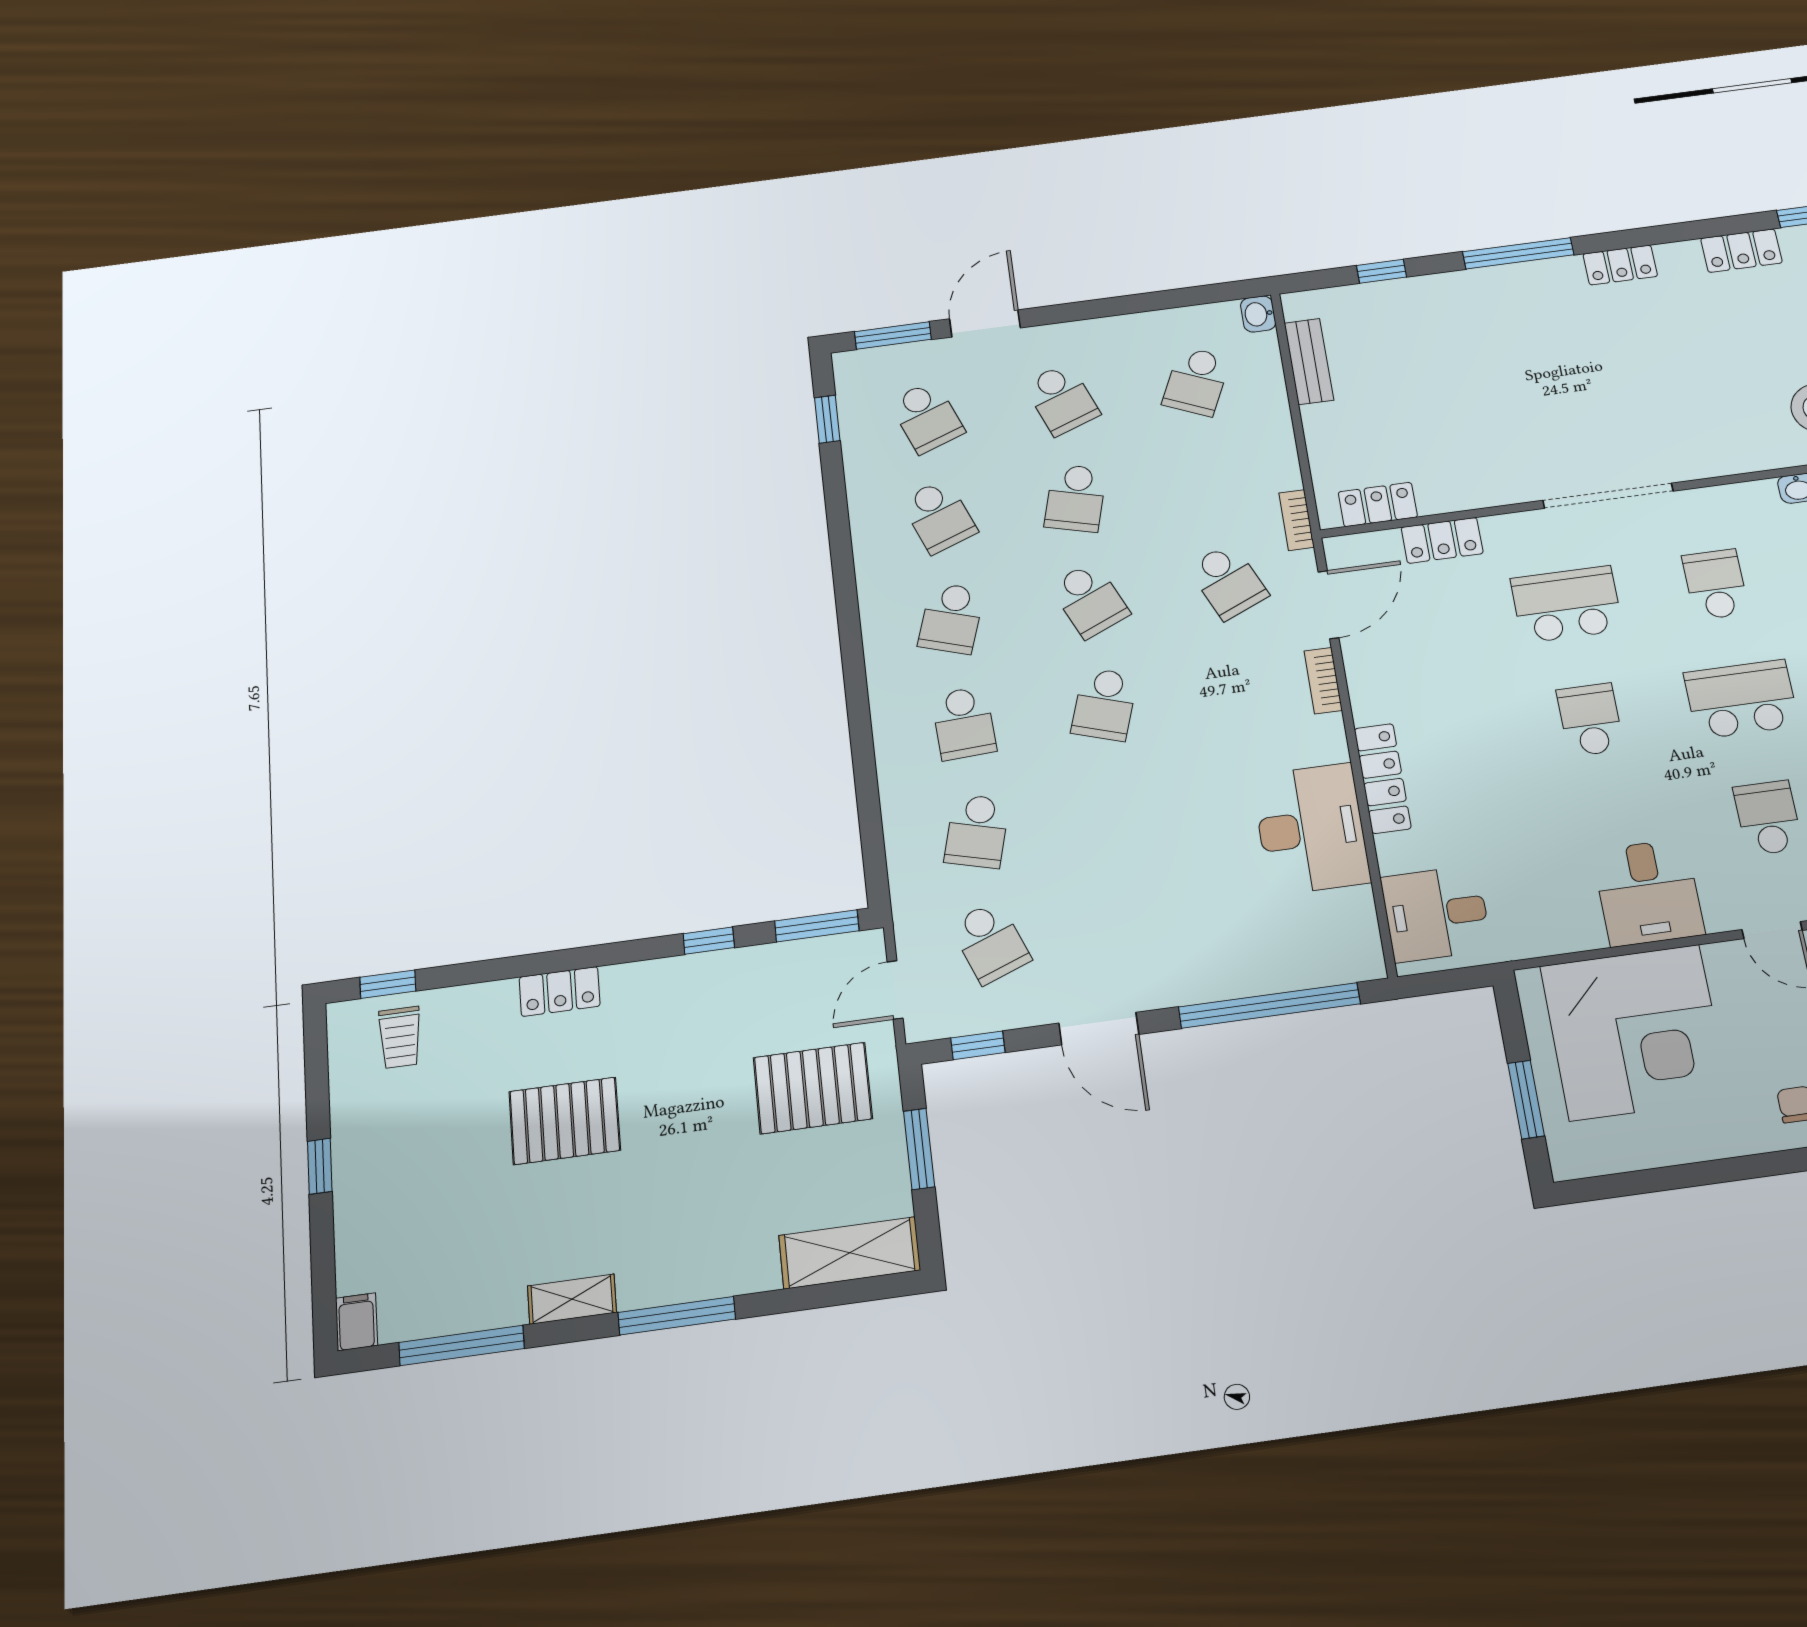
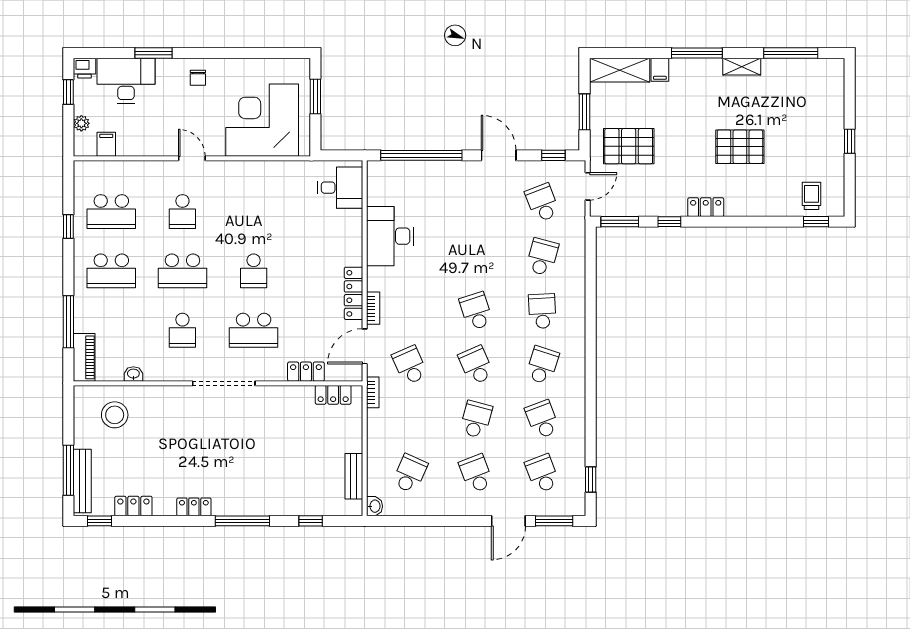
school desk: (1104, 704) -> (476, 311), turned -36
locker: (1383, 778) -> (354, 293), moved
desk: (1648, 892) -> (243, 184), removed
locker: (560, 992) -> (706, 207), moved
filing cabinet: (357, 1322) -> (660, 70), moved

